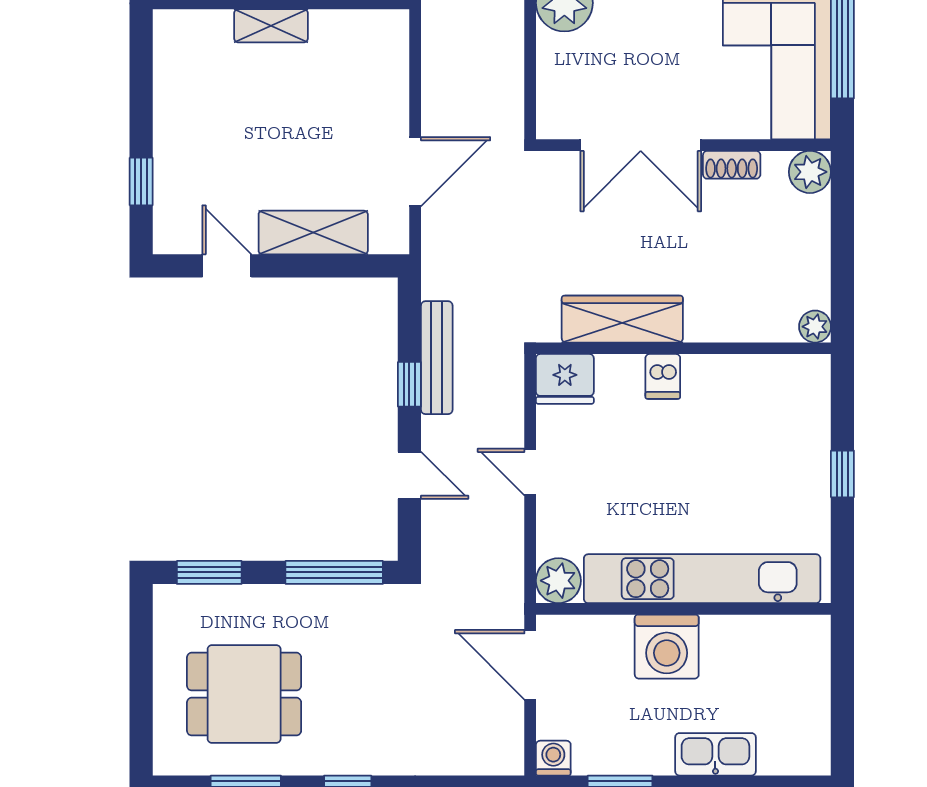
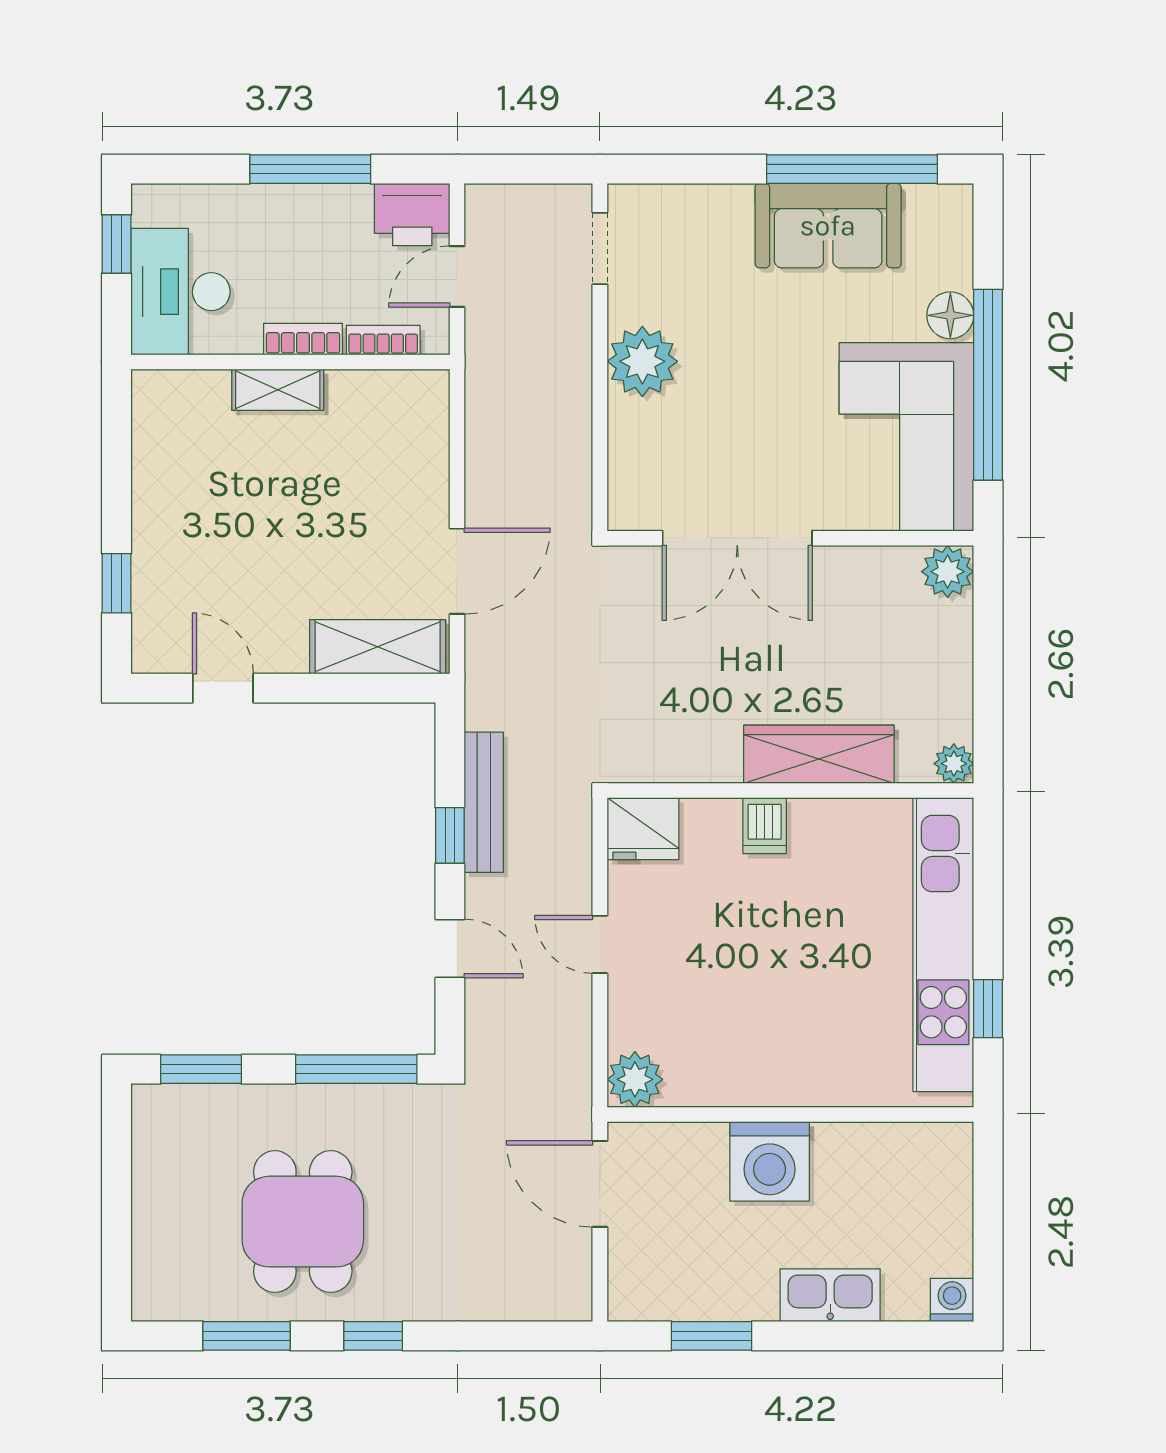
shoe rack: (732, 165) -> (850, 563), removed
shelving: (313, 233) -> (378, 647), moved
wardrobe: (622, 319) -> (819, 754), moved
window: (842, 474) -> (988, 1009), moved
kitchen unit: (702, 579) -> (943, 945), moved, turned -90
dining table: (244, 694) -> (303, 1222), moved, turned 90
washing machine: (553, 758) -> (952, 1300), moved

